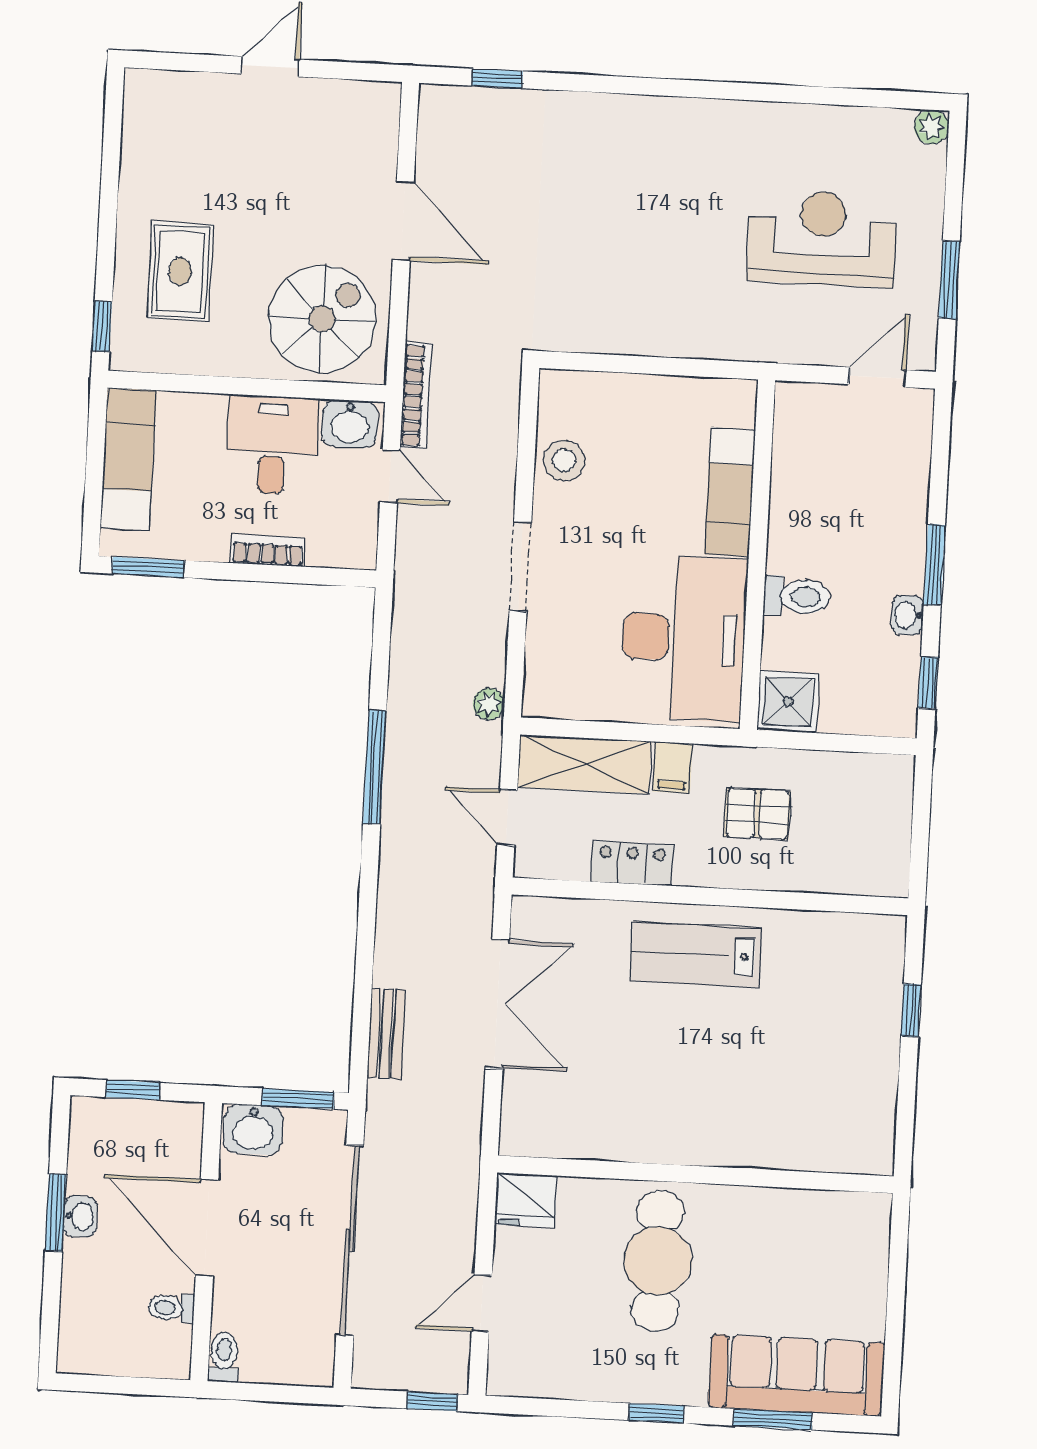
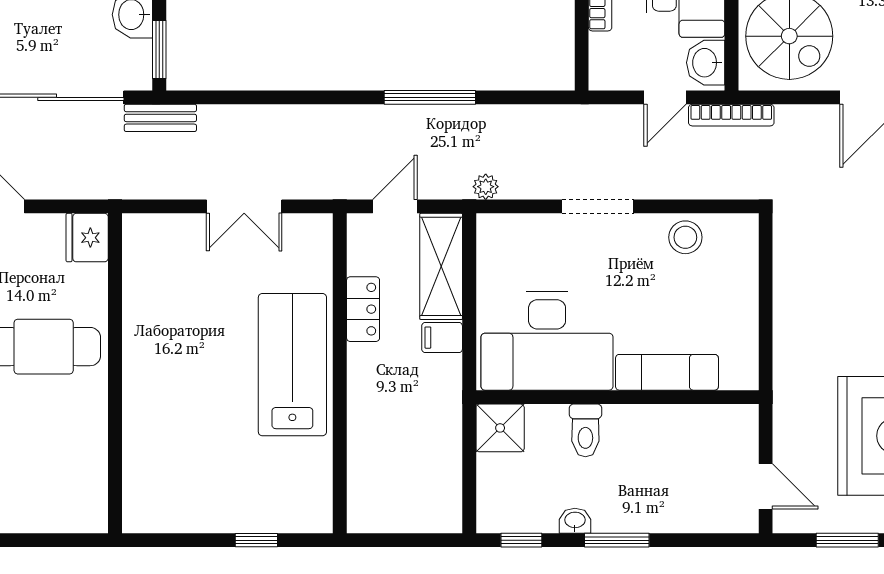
pallet: (757, 814) -> (408, 408), removed
lab bench: (696, 954) -> (292, 365), width x1.36, depth x1.39
double door: (497, 1004) -> (244, 206), width x0.73
bench: (386, 1034) -> (160, 118), moved

